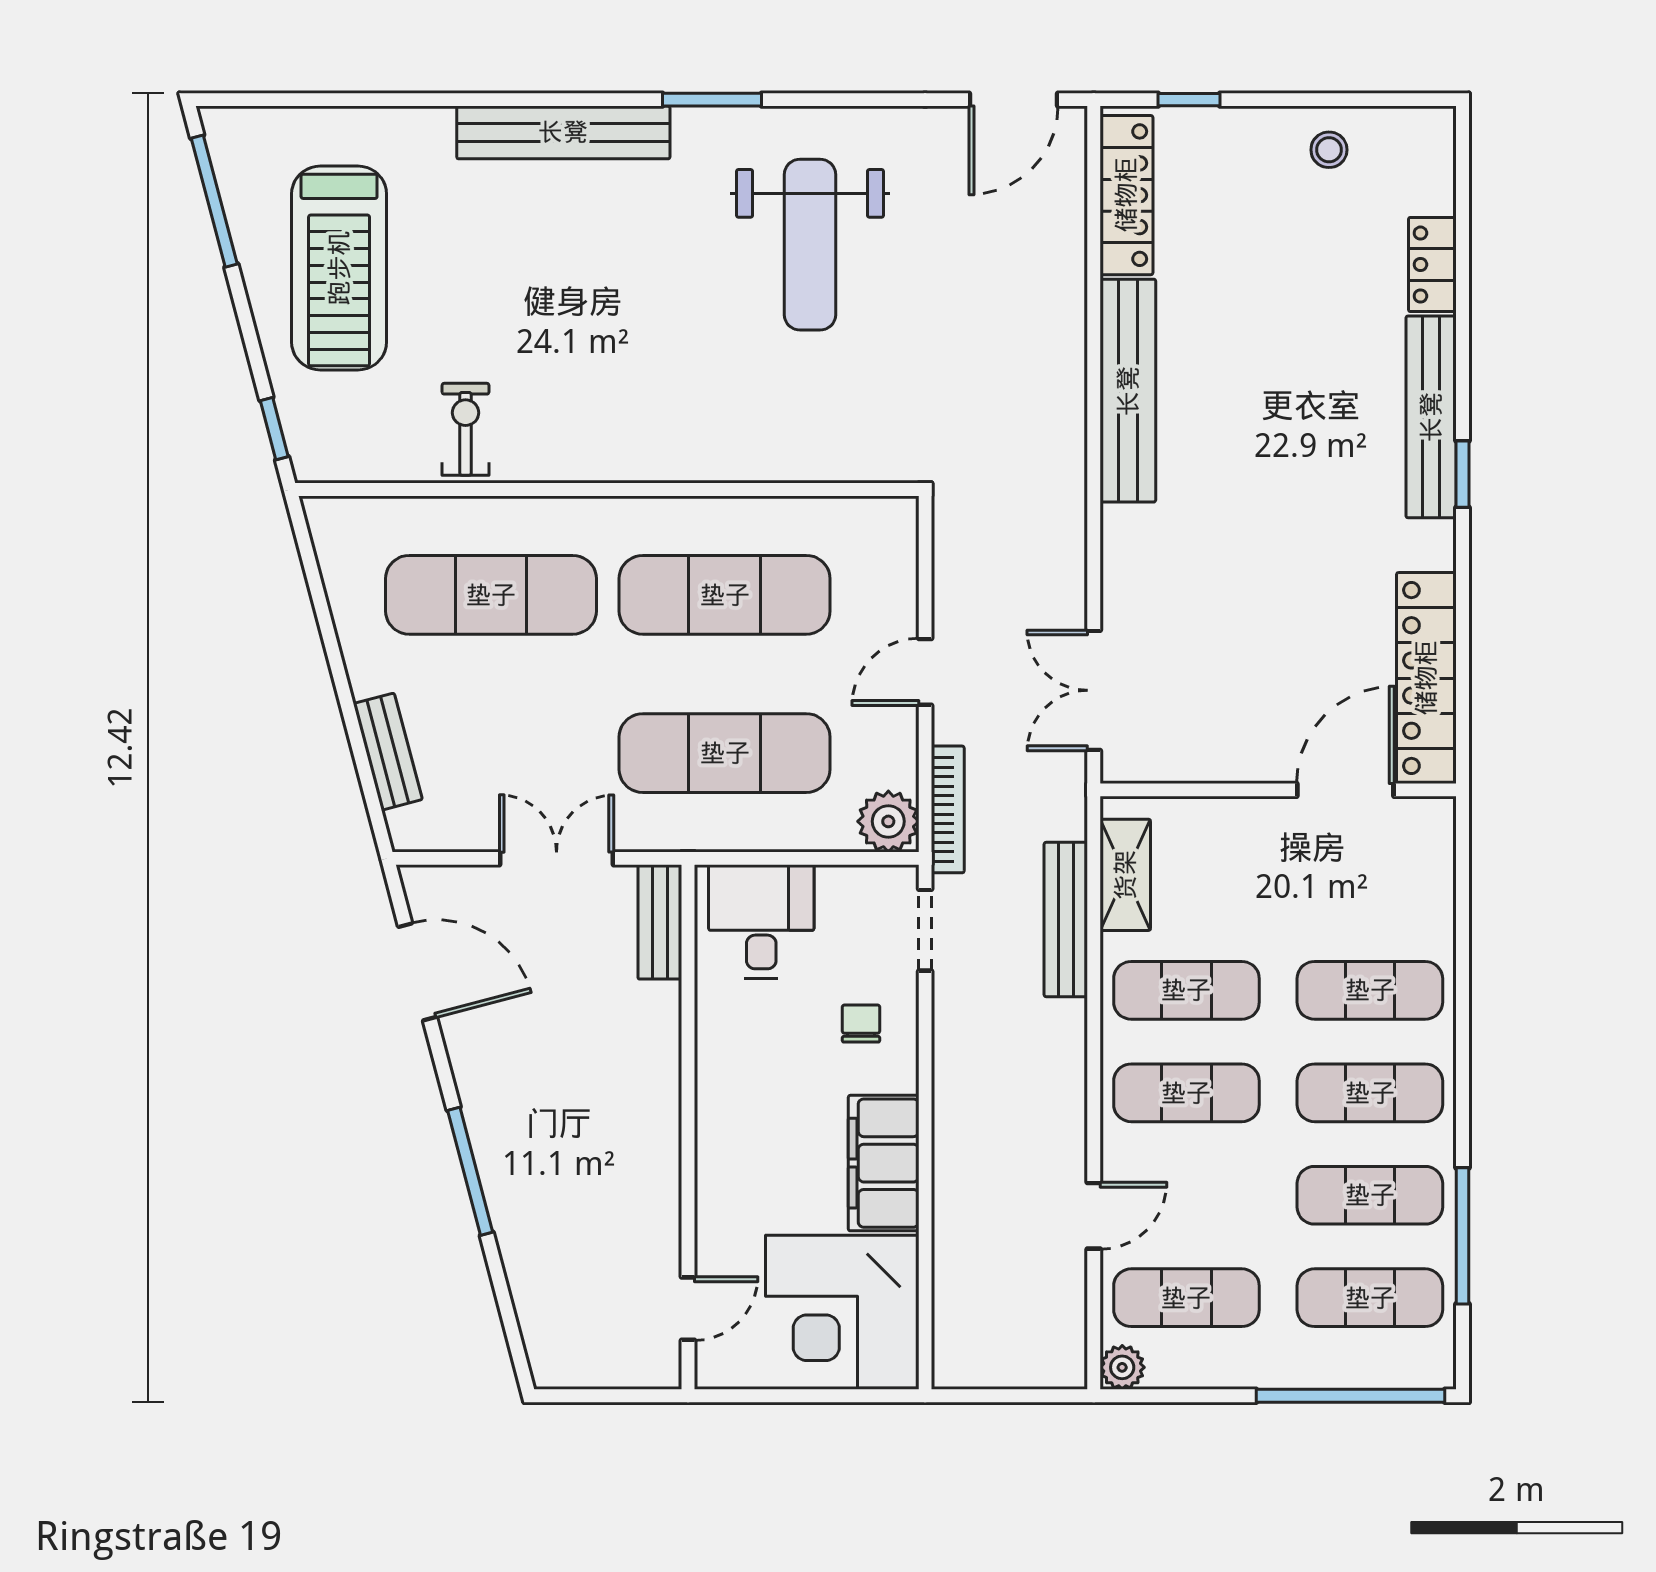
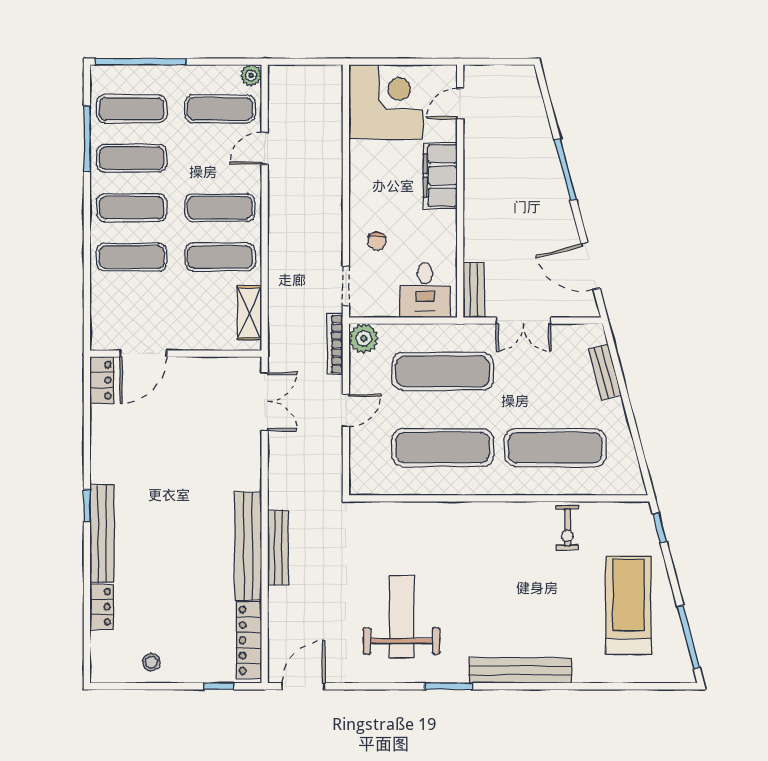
locker: (1426, 678) -> (102, 380), width x0.46, depth x0.83
bench: (1066, 919) -> (278, 548), moved
filing cabinet: (884, 1163) -> (440, 176), moved, turned 180

